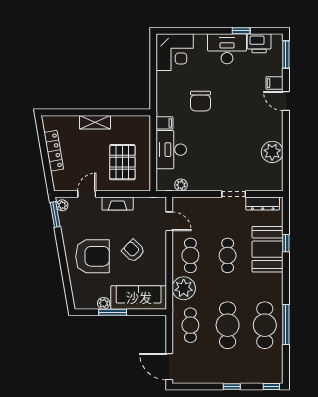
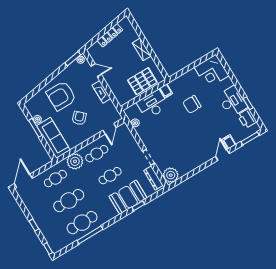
plant: (272, 152) -> (171, 175), moved
pallet: (122, 162) -> (142, 81), moved
armchair: (92, 256) -> (61, 96), turned 90

